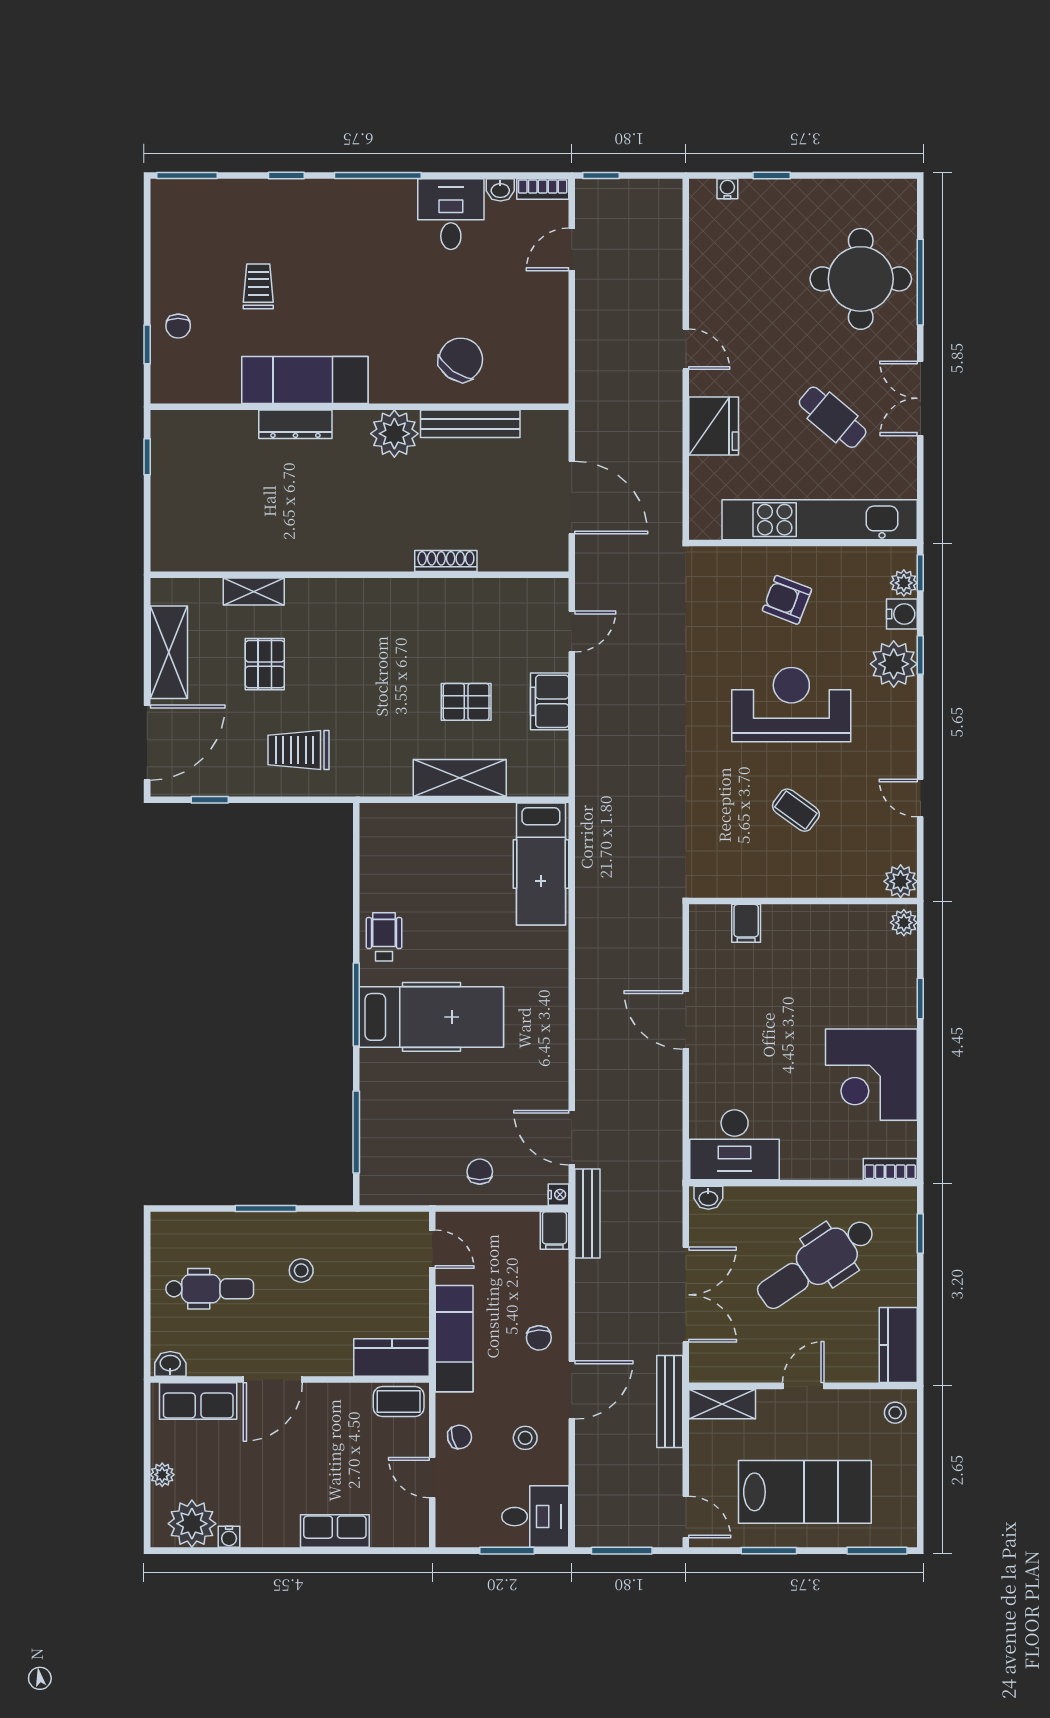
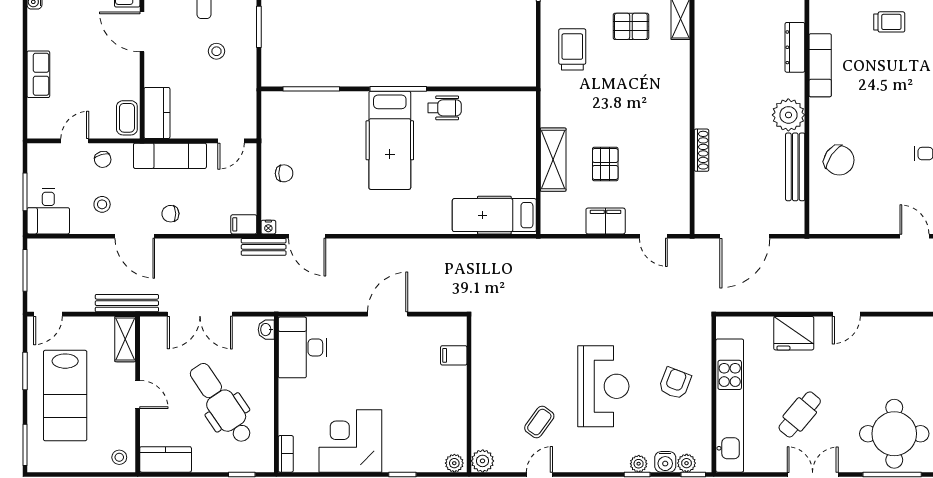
exam couch: (305, 380) -> (820, 65), width x0.73, depth x0.69
plant: (894, 664) -> (639, 464), width x0.53, depth x0.53
coffee table: (796, 810) -> (539, 422), moved
door: (572, 1138) -> (307, 236), swing flipped
bench: (587, 1213) -> (264, 247), width x0.73

